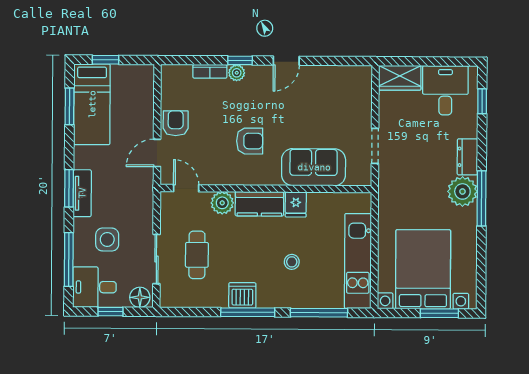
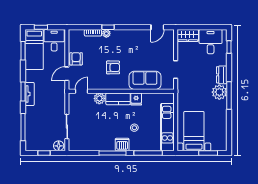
door: (286, 61) -> (157, 27), moved
door: (186, 188) -> (81, 91), hinge flipped
side table: (107, 239) -> (42, 117), removed
cafe table: (197, 255) -> (87, 124), removed
bed with nightstands: (423, 269) -> (194, 131), width x0.73
desk: (94, 287) -> (54, 40), moved, turned 90
dishwasher: (242, 295) -> (122, 145), moved

